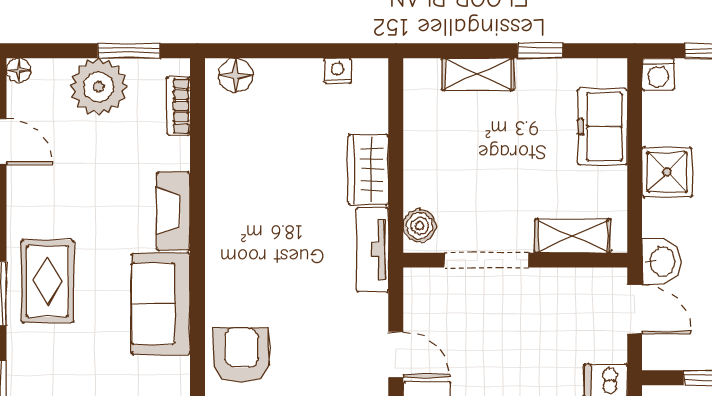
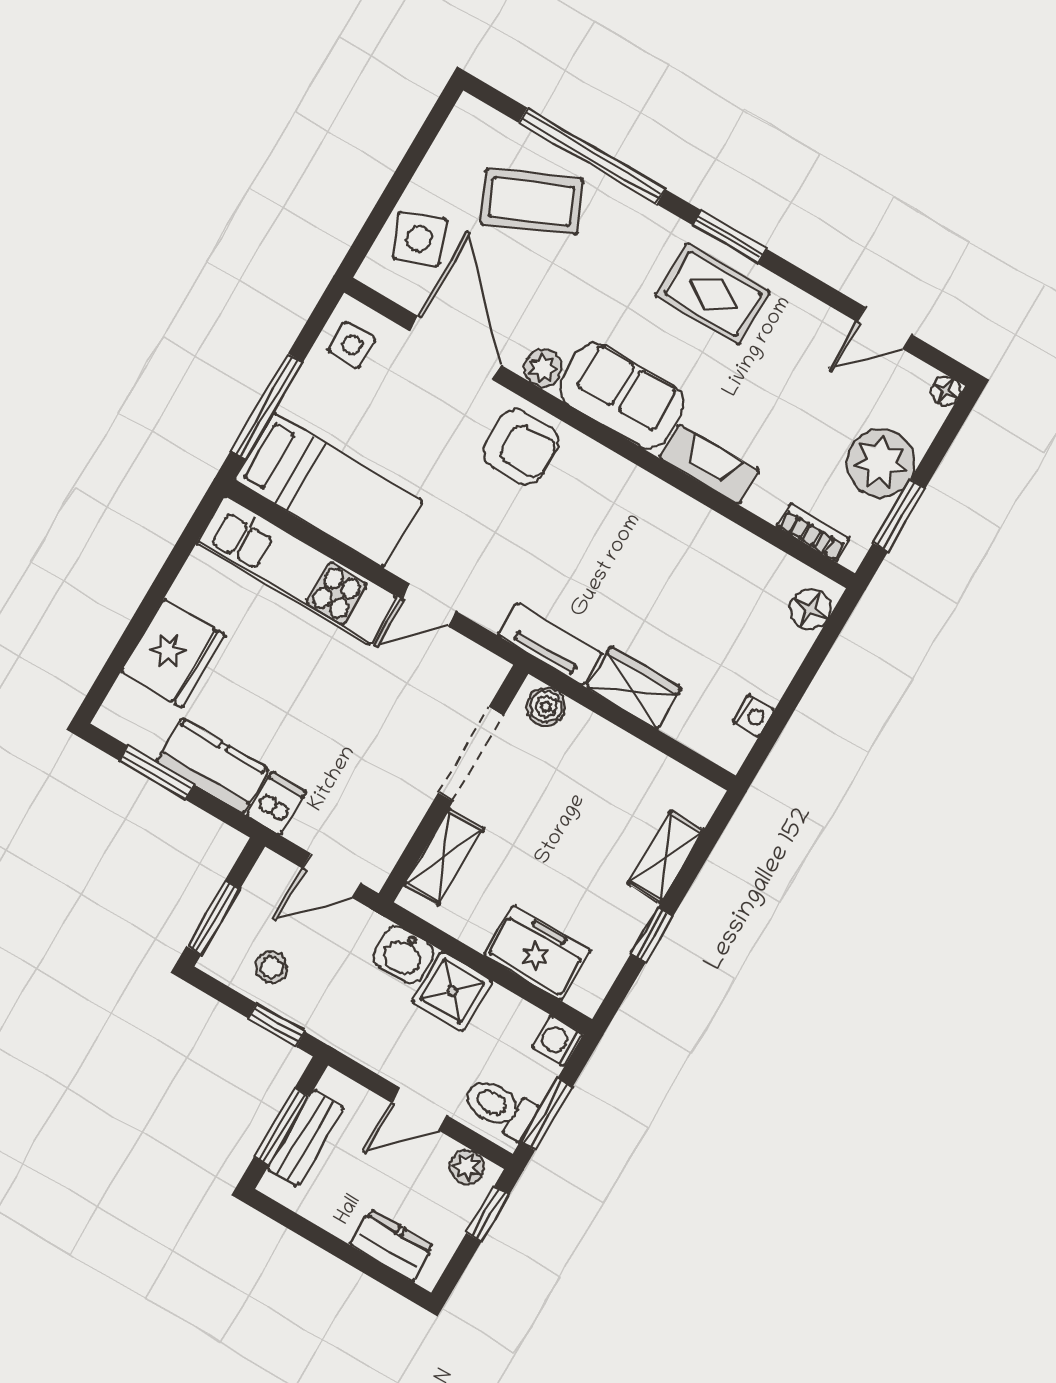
washbasin: (661, 261) -> (404, 955), moved
plant: (174, 373) -> (543, 368), added

